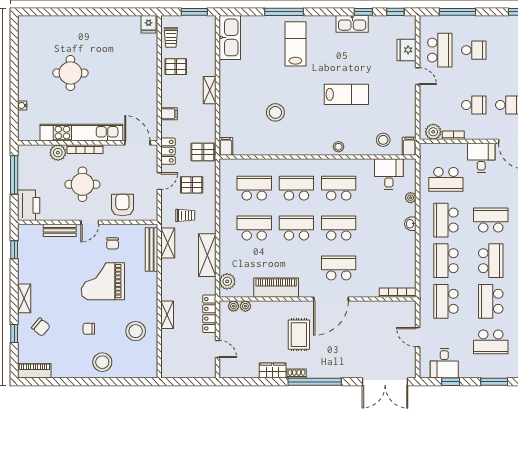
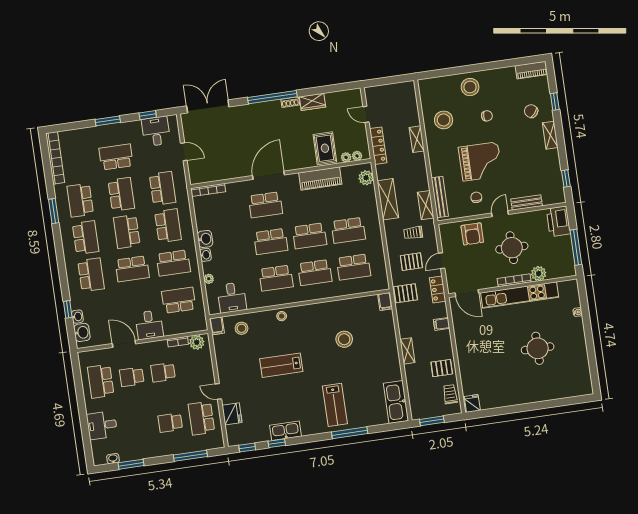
school desk: (446, 220) -> (173, 263), turned 90
washbasin: (408, 241) -> (205, 239), added
rug: (299, 335) -> (325, 148), moved

